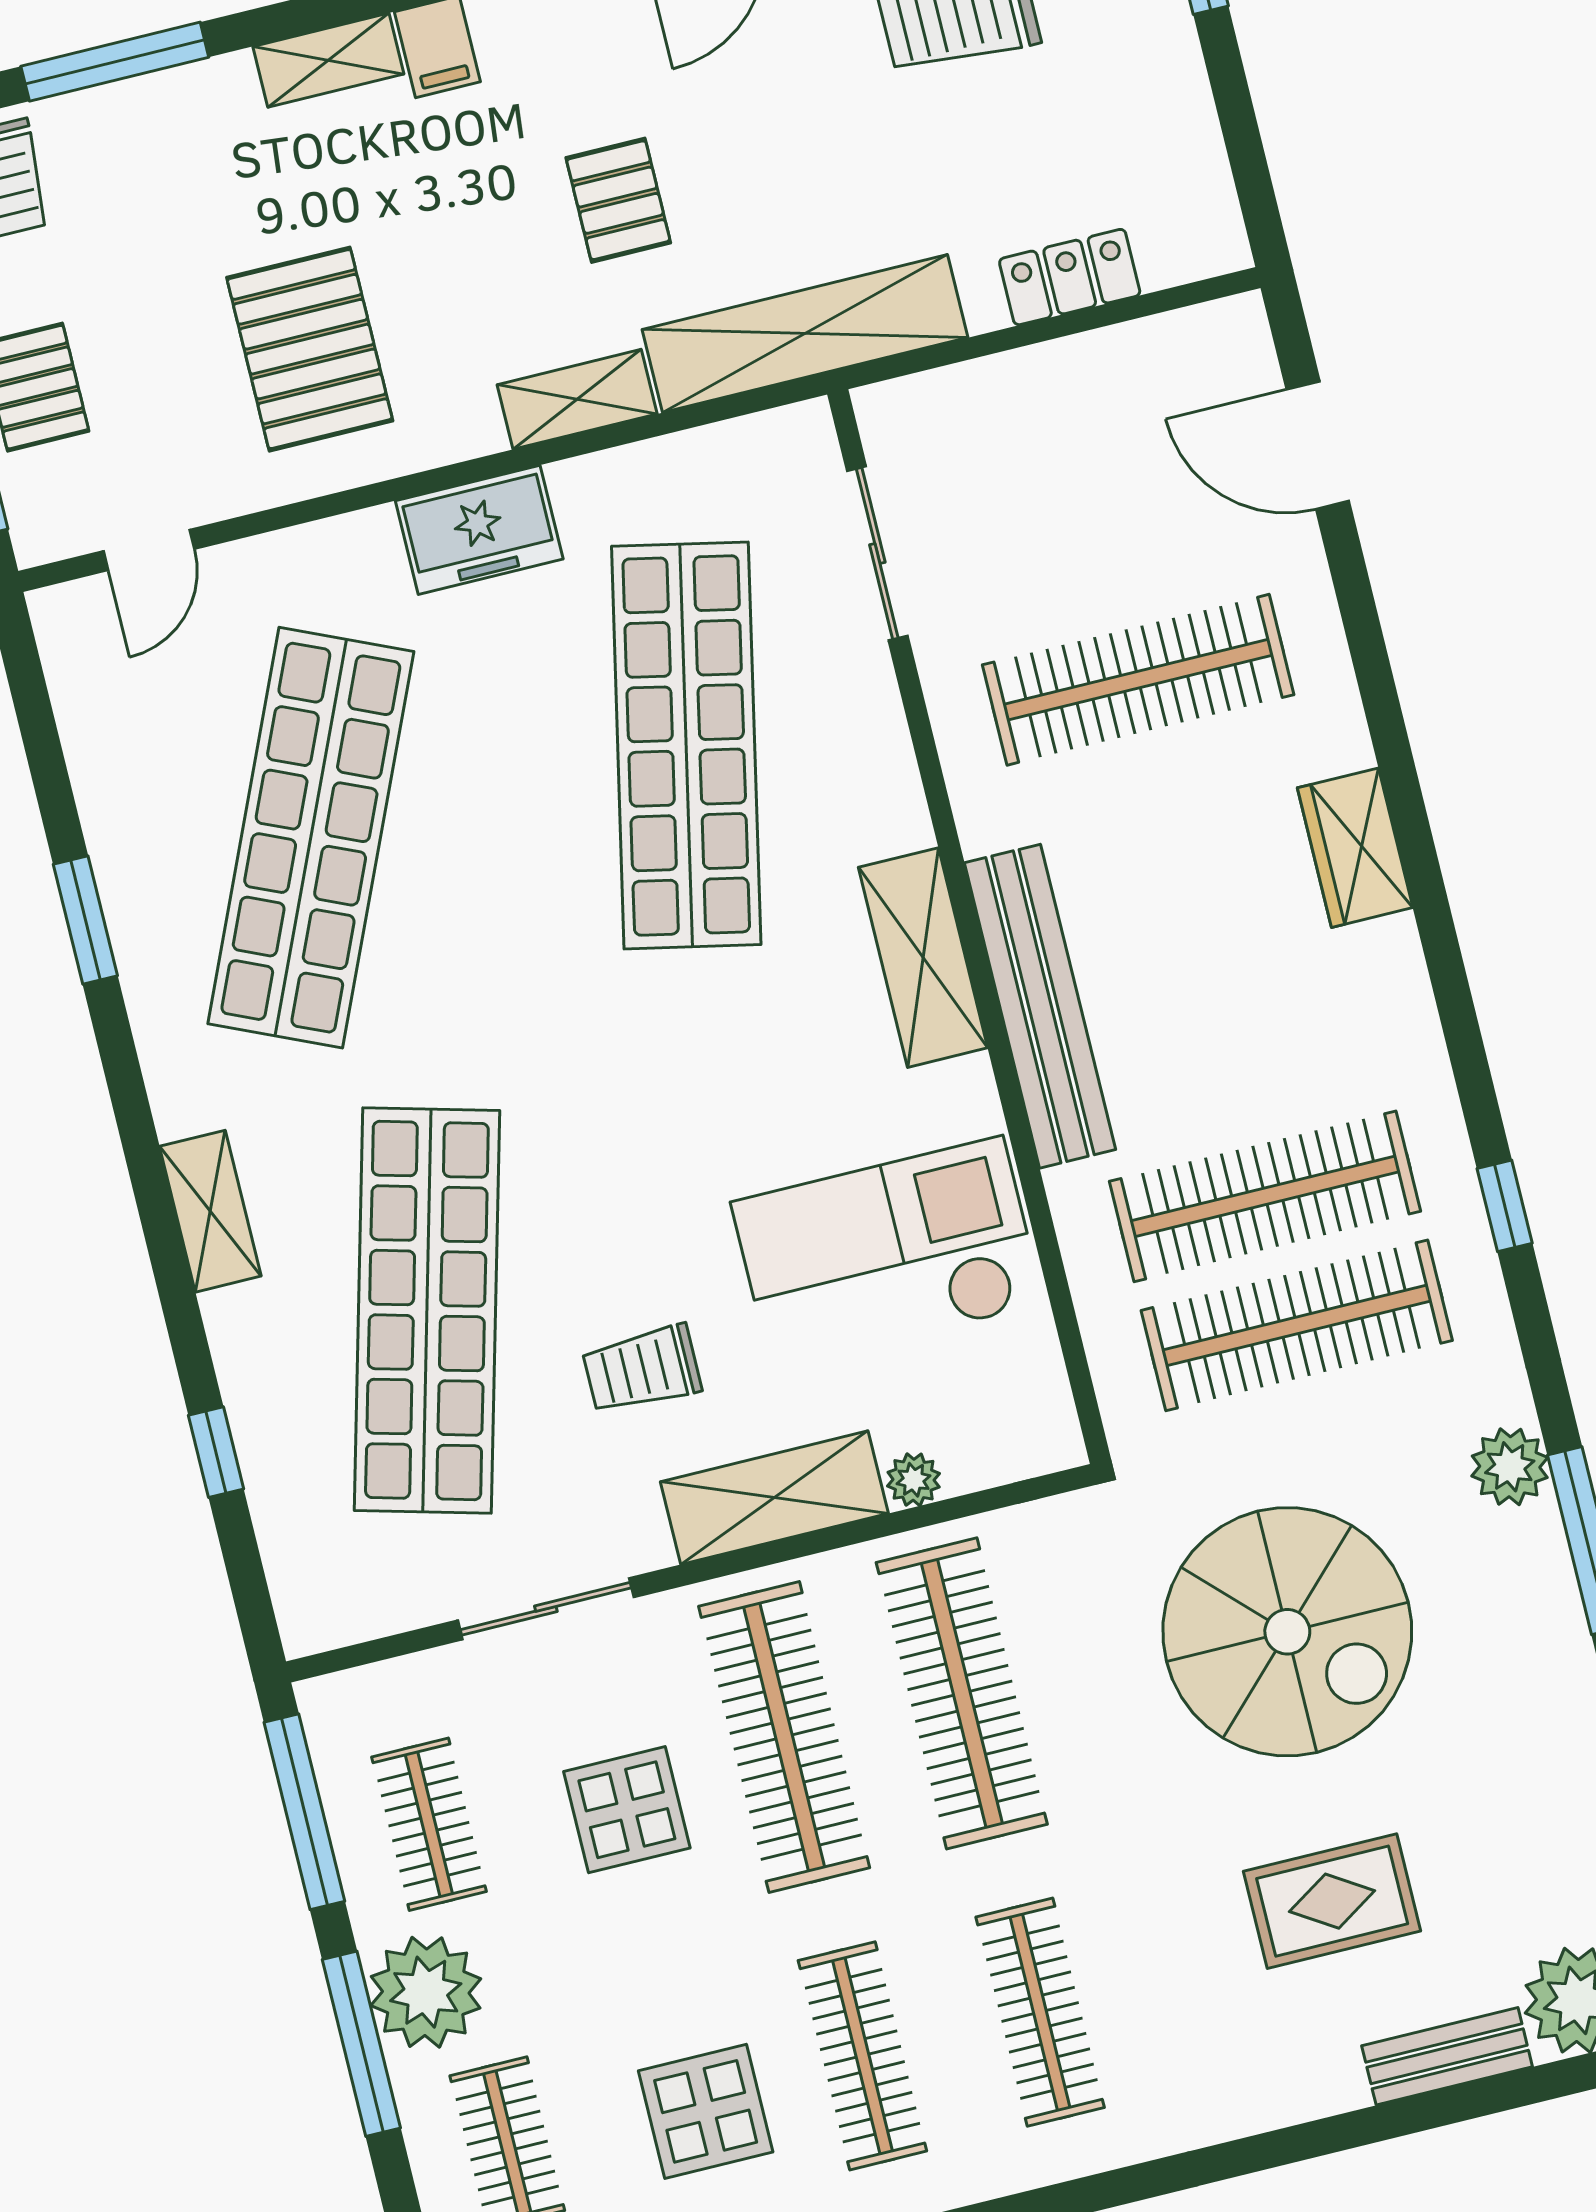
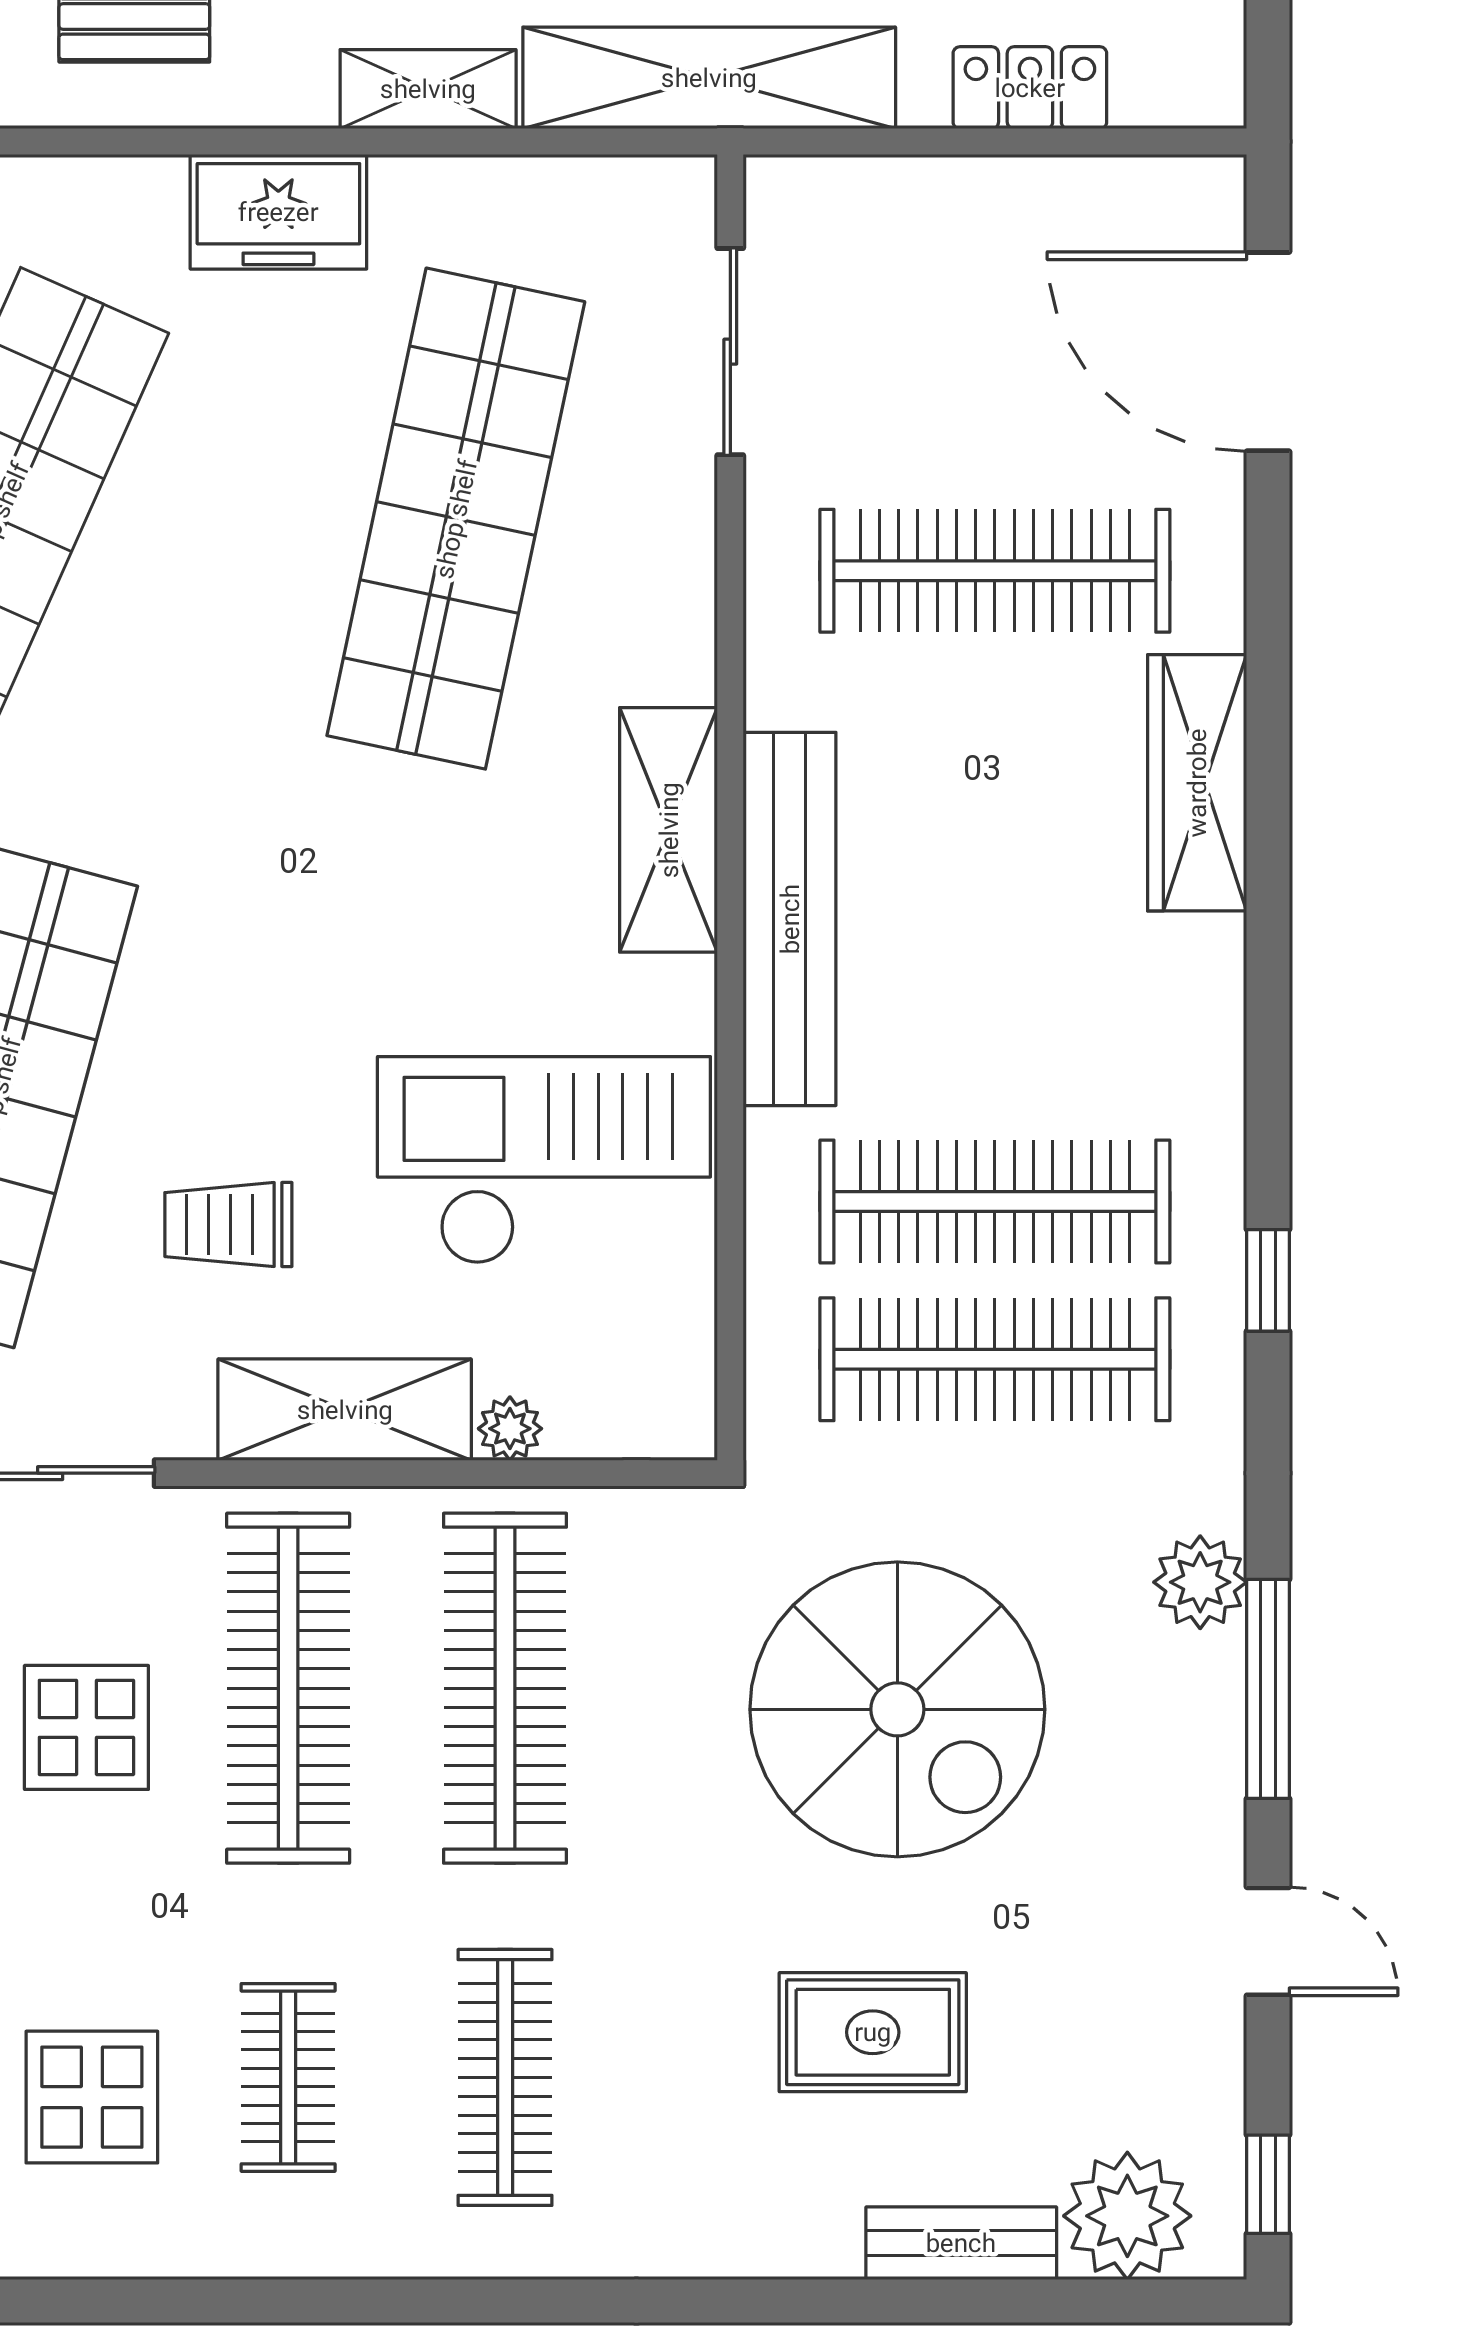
door: (1318, 445) -> (1268, 352), width x1.36
wardrobe: (1355, 848) -> (1197, 783), width x1.50
clothes rail: (862, 2056) -> (288, 2077), width x0.73

